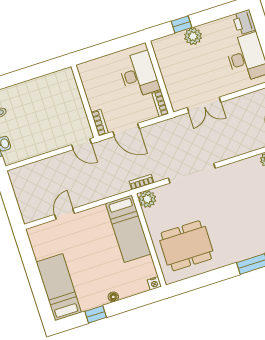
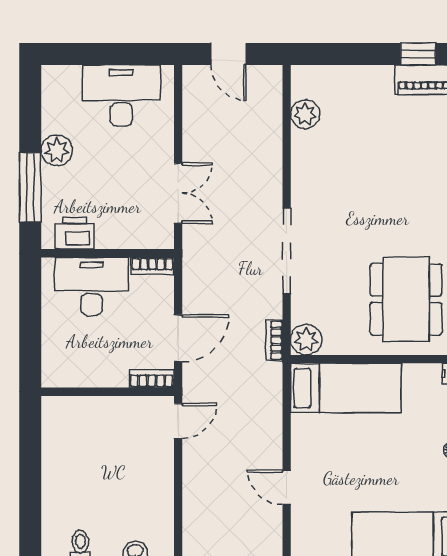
printer: (244, 22) -> (74, 233), moved, turned 180
window: (182, 24) -> (30, 187), width x2.17
plant: (193, 36) -> (57, 150), moved

